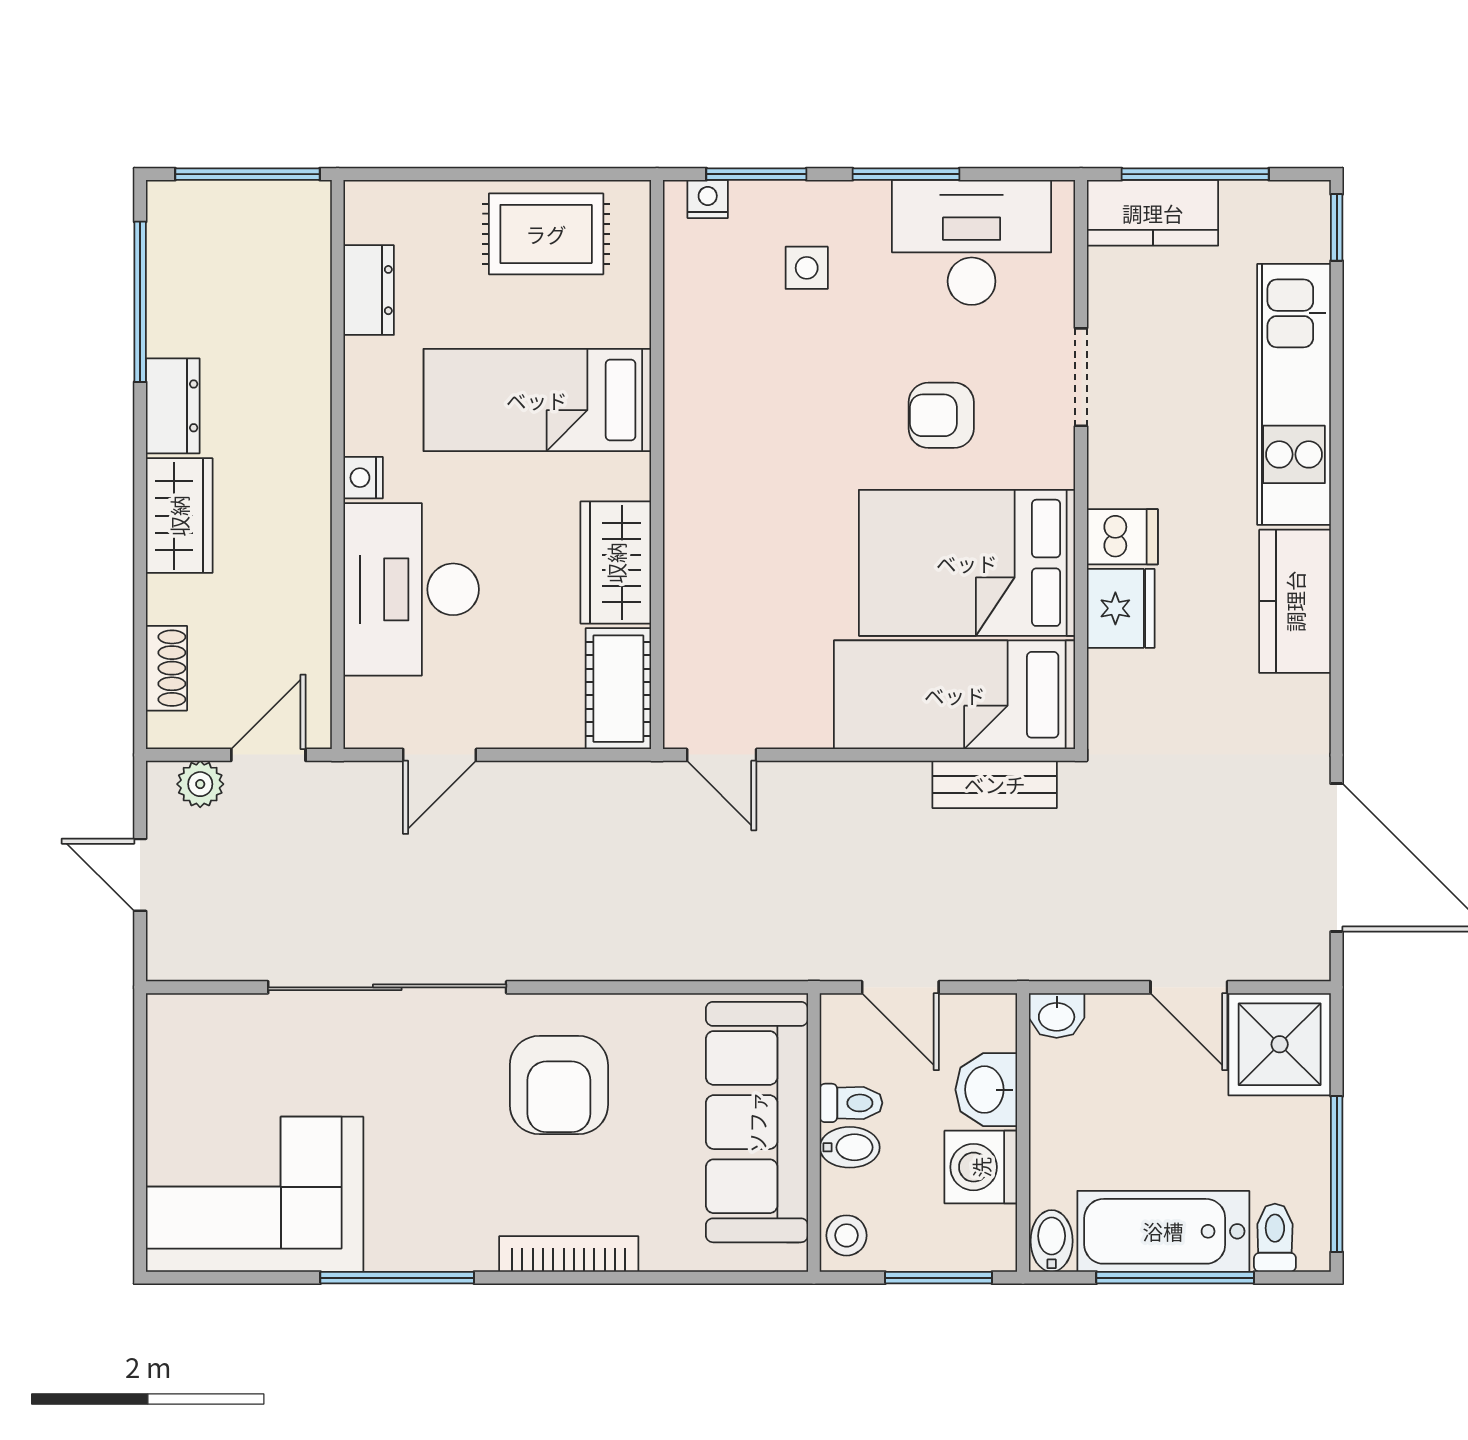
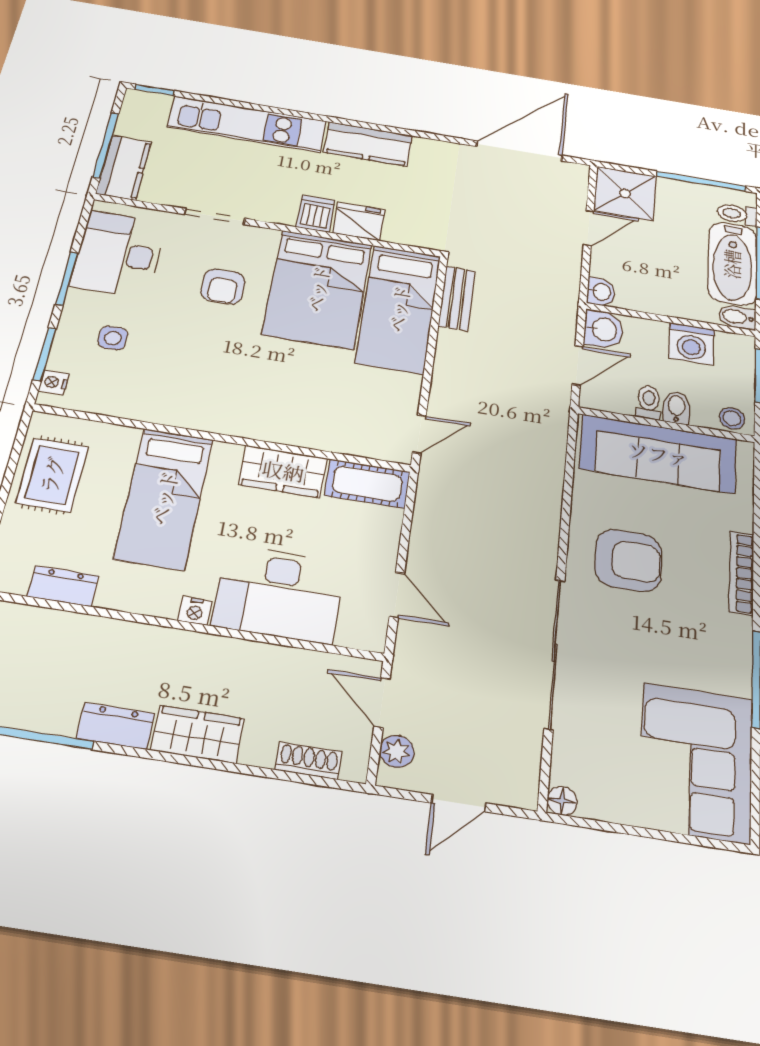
floor lamp: (166, 1014) -> (562, 801), added
washbasin: (986, 1090) -> (603, 329), moved, turned -90

